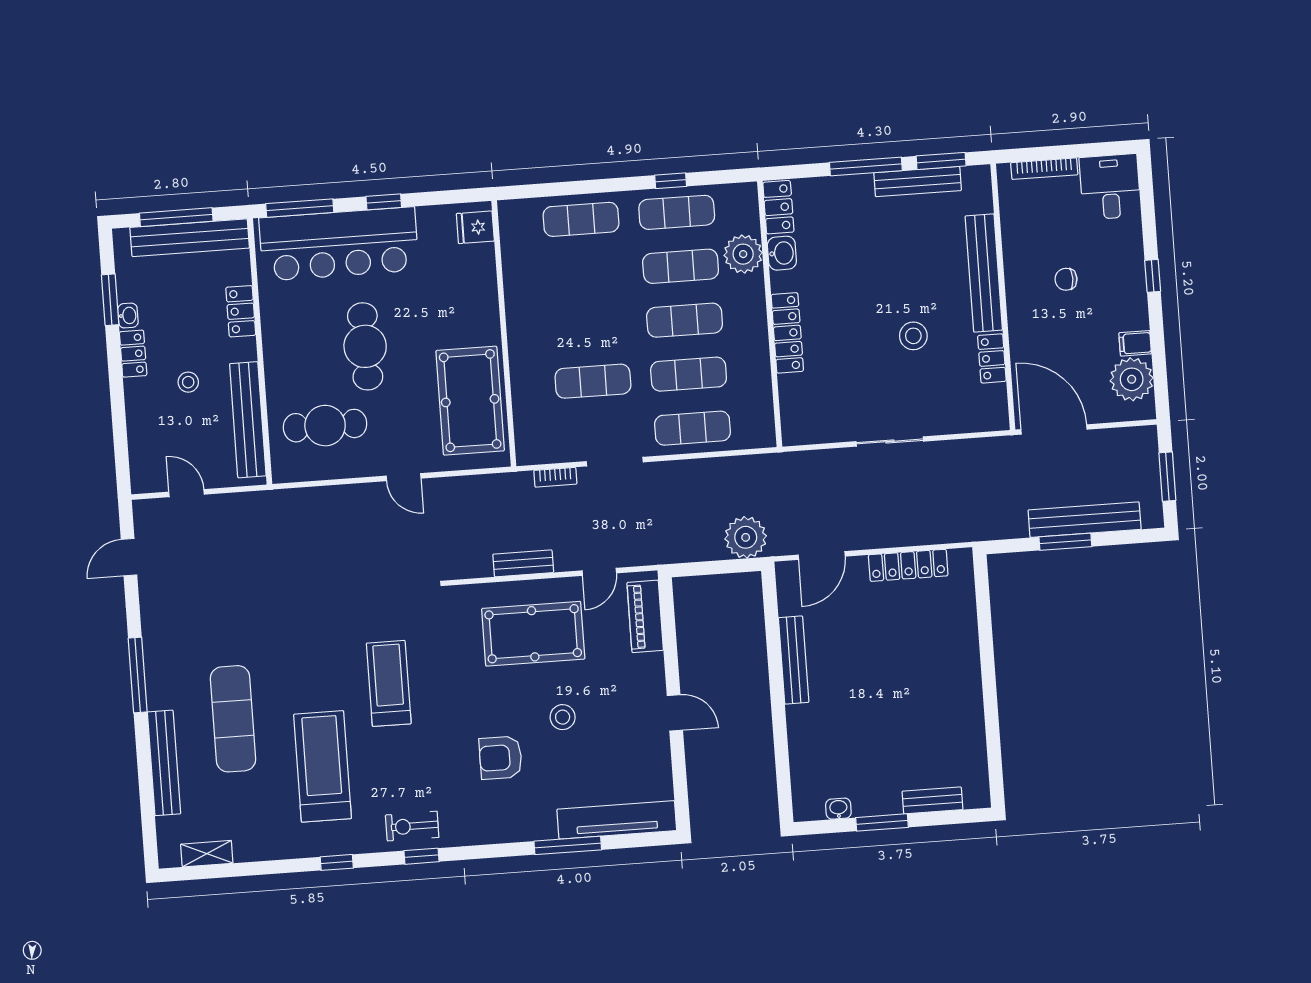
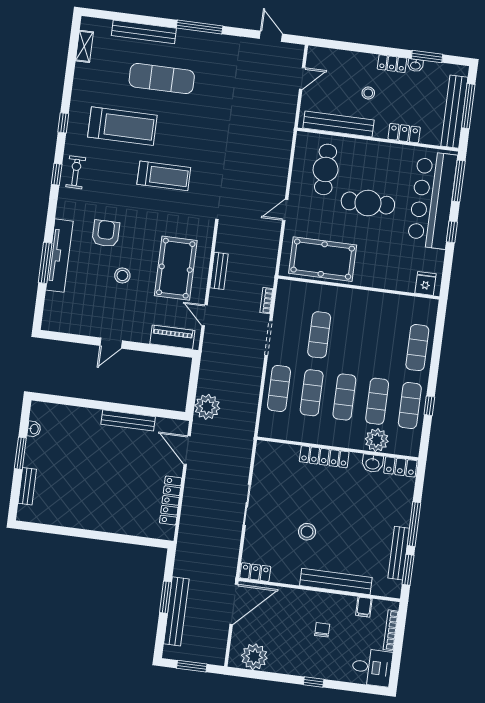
filing cabinet: (1135, 343) -> (364, 607), moved, turned 180
locker: (992, 358) -> (255, 572), moved
tv unit: (617, 820) -> (59, 256), moved

